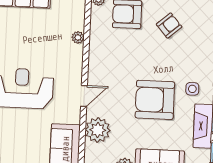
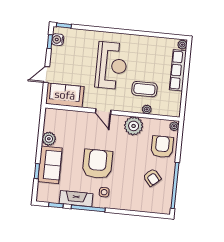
coffee table: (51, 42) -> (144, 89), added
plant: (98, 130) -> (134, 126), moved

